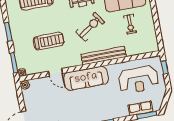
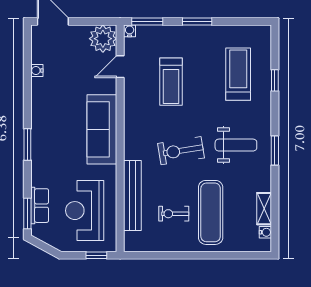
exercise bike: (90, 27) -> (181, 151), turned 116
bench: (104, 56) -> (132, 196), moved
door: (55, 72) -> (120, 67), moved
plant: (25, 85) -> (103, 39), width x1.87, depth x1.87

